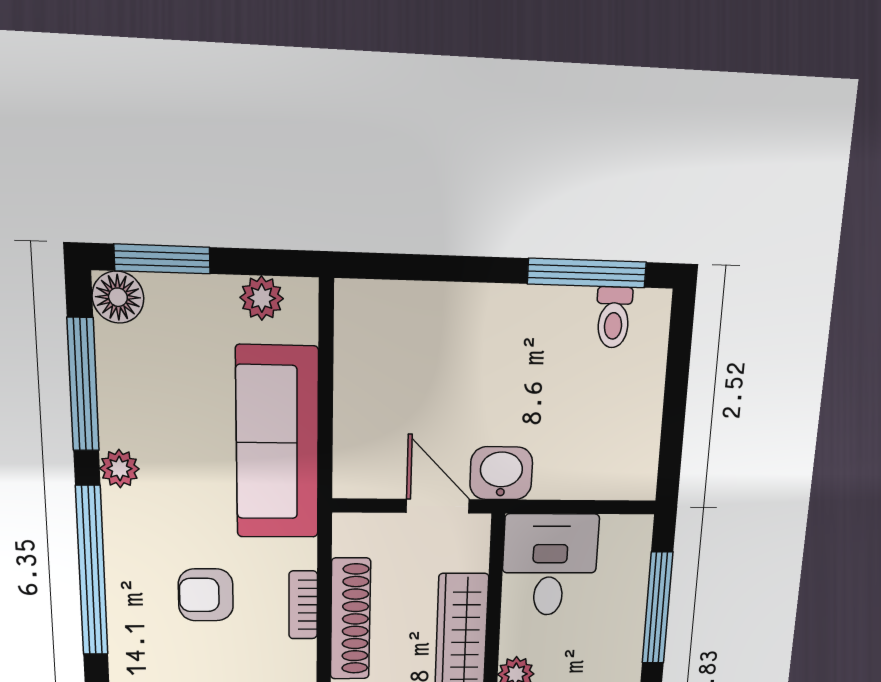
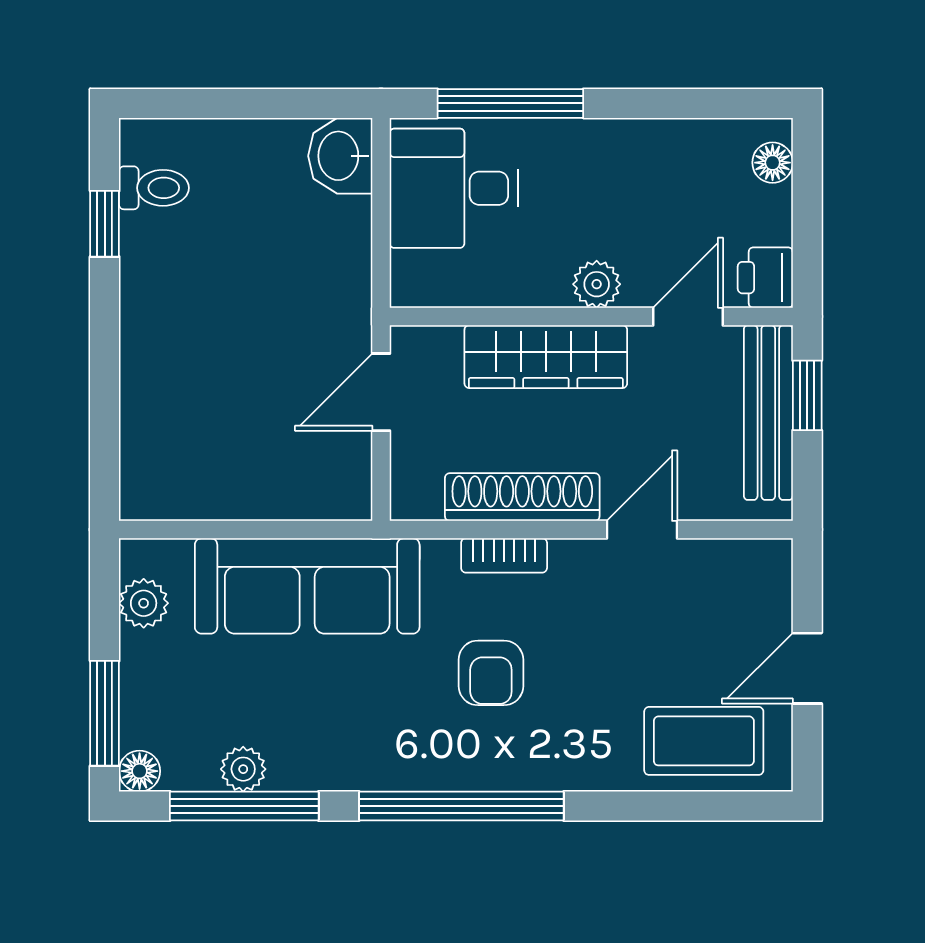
window: (587, 273) -> (105, 224), width x0.46
floor lamp: (118, 297) -> (140, 771), width x0.73, depth x0.73
plant: (120, 469) -> (243, 769), moved
washbasin: (501, 473) -> (340, 156), moved
desk: (550, 565) -> (454, 188), moved

